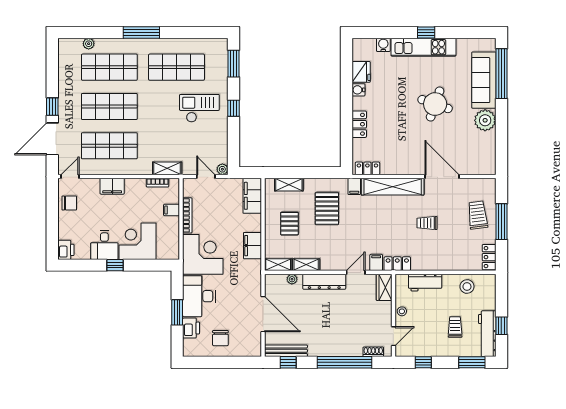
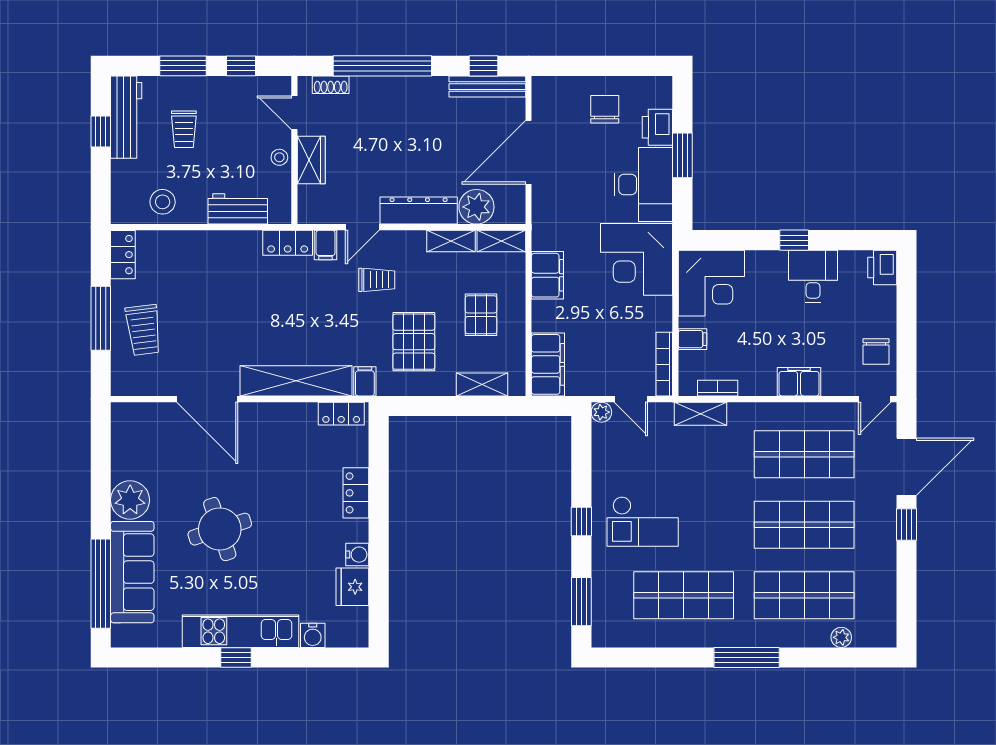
round table: (435, 104) -> (220, 529), turned -37
chair: (69, 203) -> (876, 352), turned -90
bookcase: (187, 215) -> (664, 364), moved
trolley: (427, 223) -> (377, 280), moved
corner desk: (137, 241) -> (711, 283), moved
plant: (292, 279) -> (476, 207), width x1.88, depth x1.88
wardrobe: (384, 287) -> (311, 160), moved
door: (263, 314) -> (529, 152), hinge flipped
door: (393, 336) -> (294, 113), hinge flipped
window: (472, 362) -> (183, 66), moved

